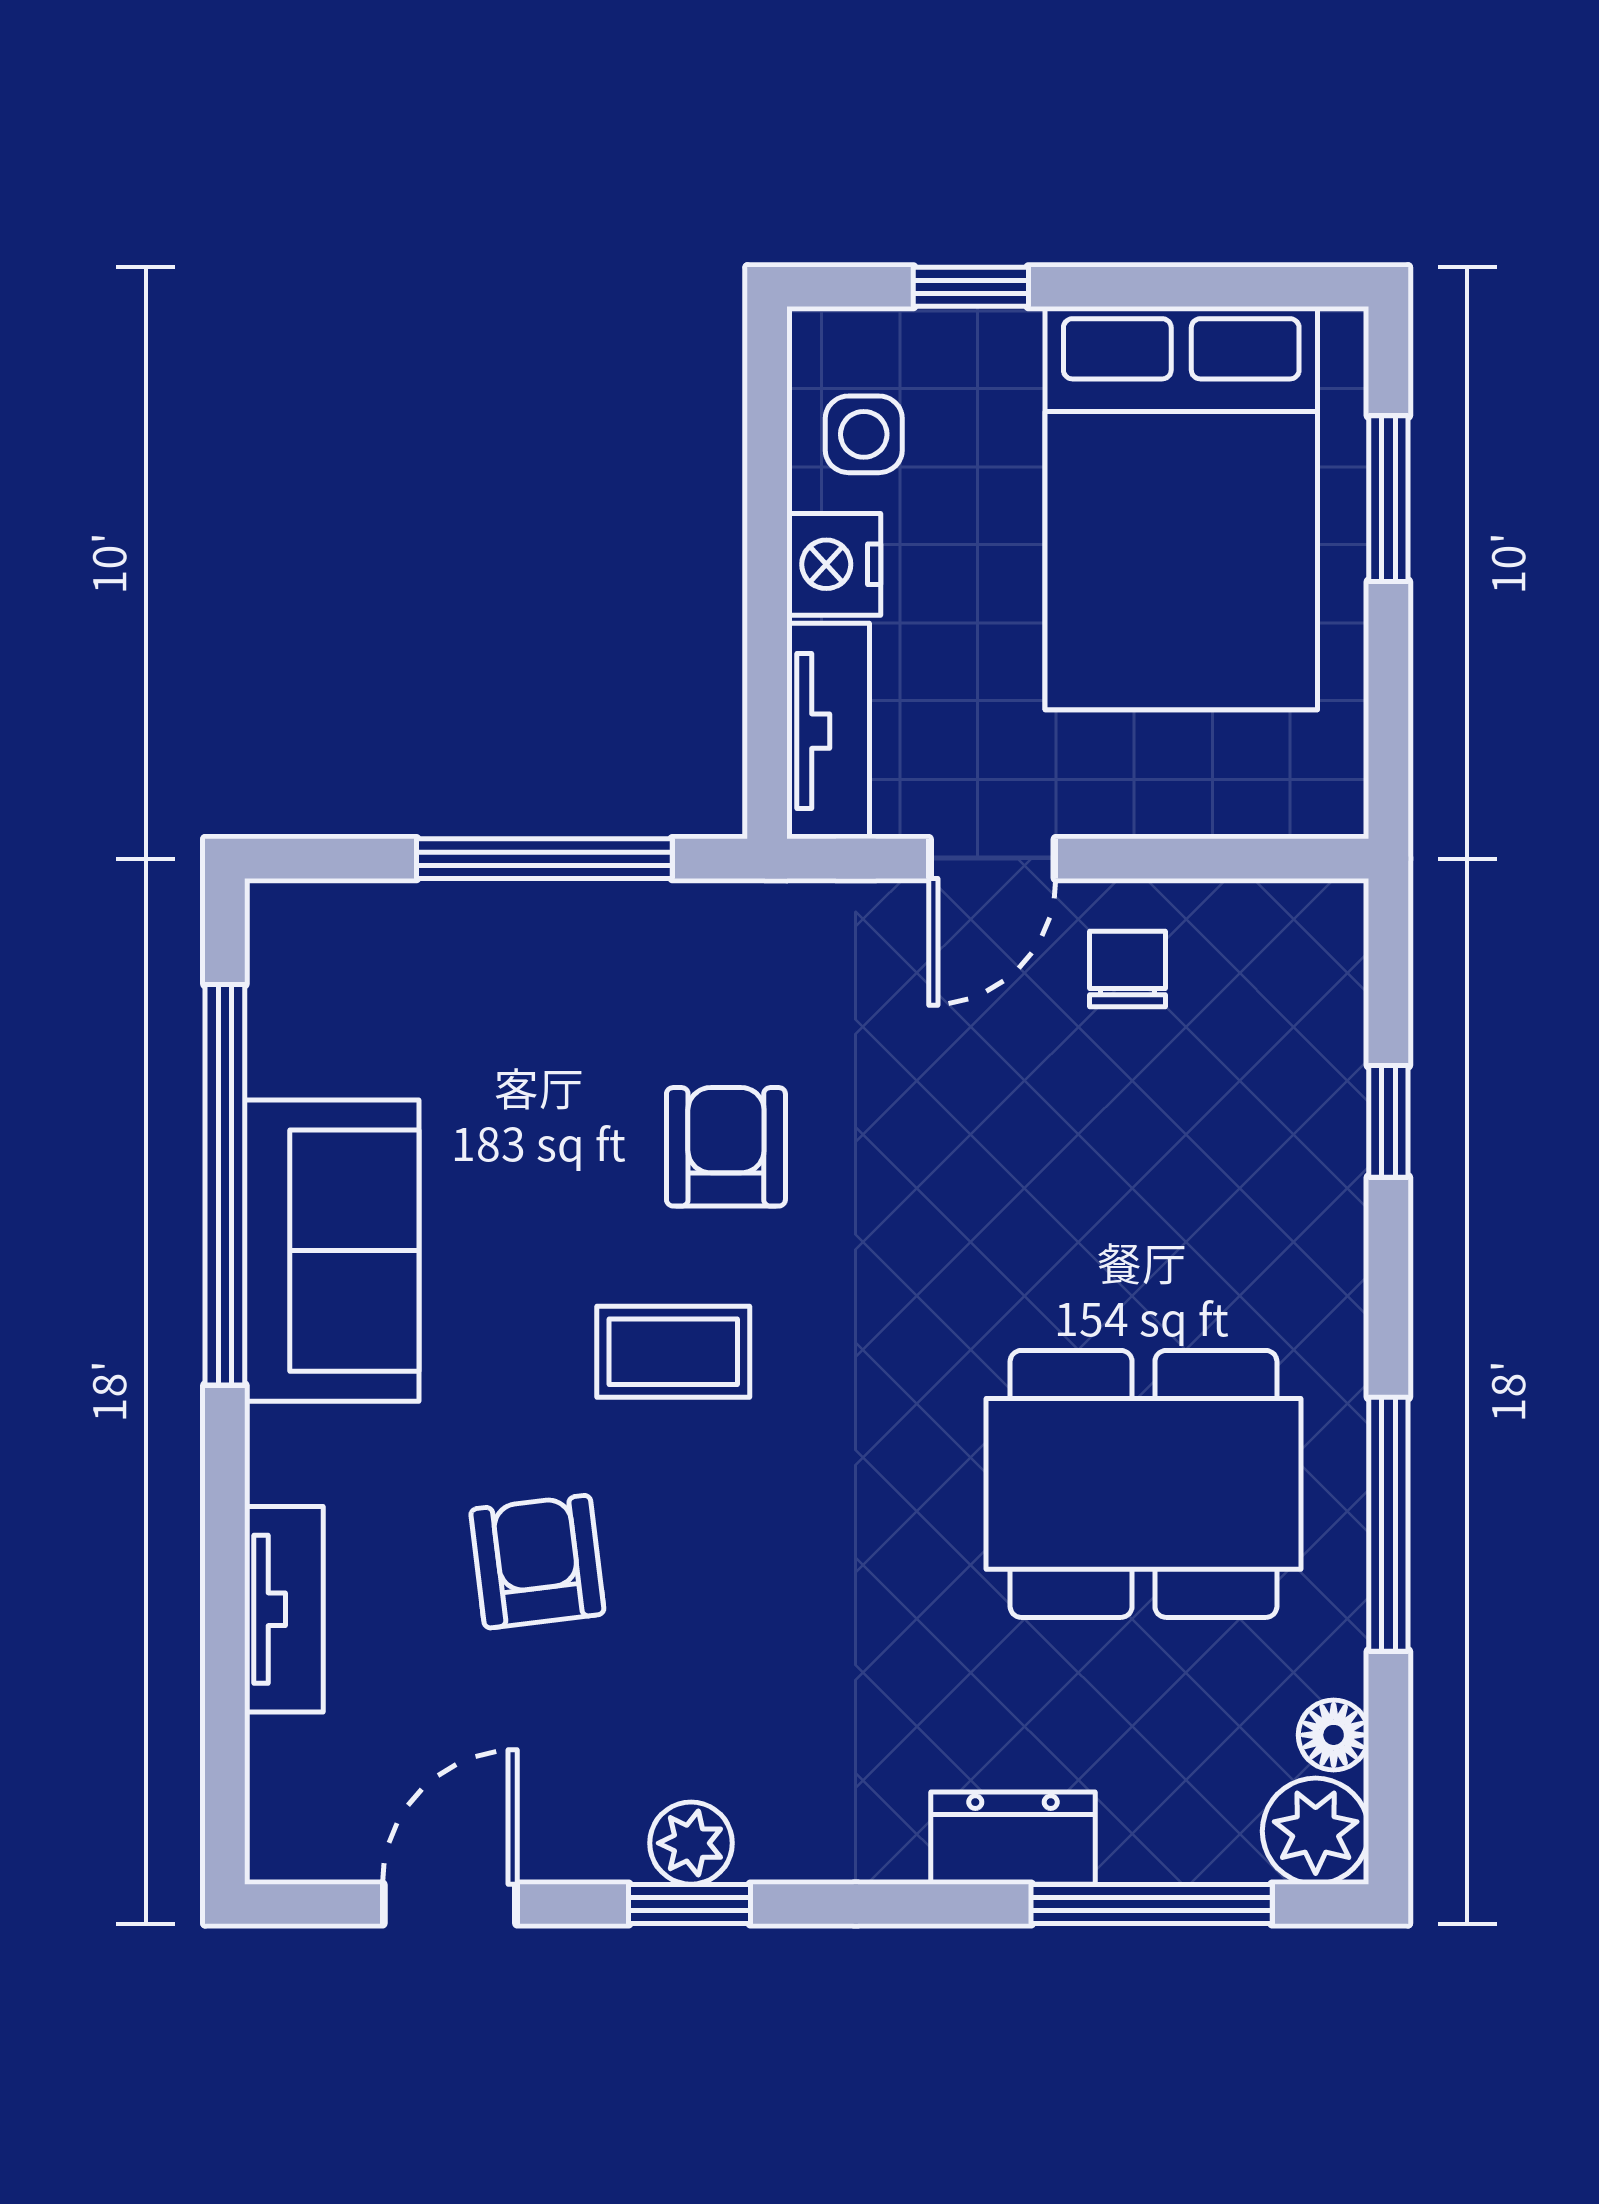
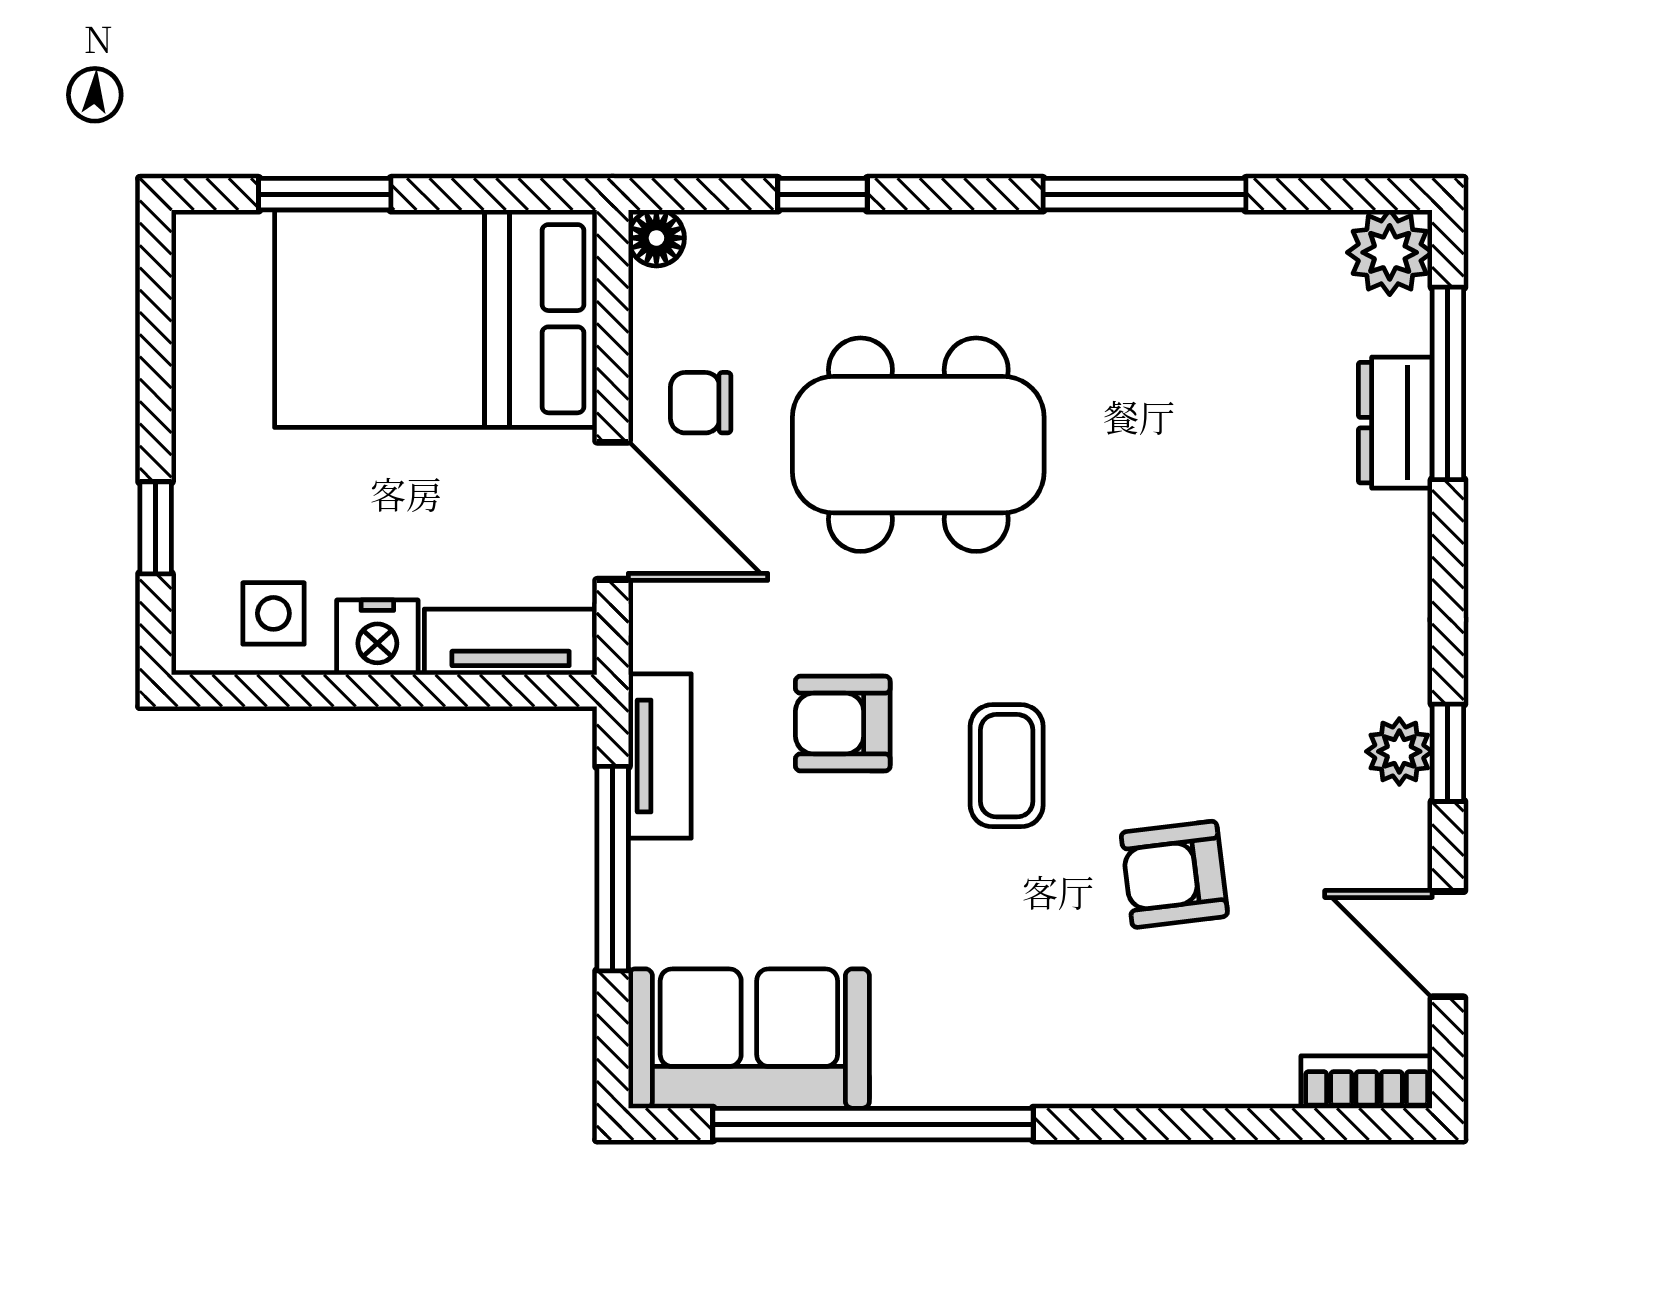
bed: (1181, 508) -> (436, 319), moved, turned 180
door: (992, 859) -> (613, 511), width x1.38
sofa: (332, 1251) -> (749, 1039), moved
dining table: (1144, 1484) -> (918, 445), moved, turned 90
tv unit: (284, 1609) -> (660, 756), moved, turned 90
floor lamp: (1334, 1735) -> (656, 238), moved
bookcase: (277, 1802) -> (1367, 1082), added
dresser: (1013, 1838) -> (1395, 423), moved

